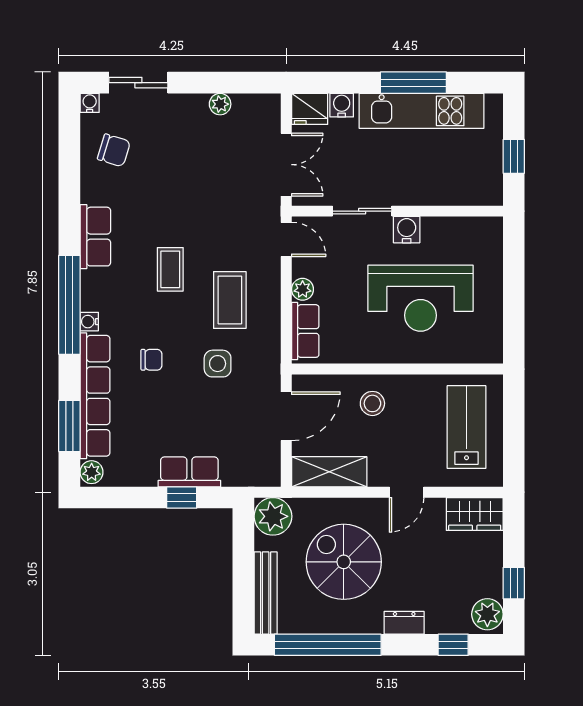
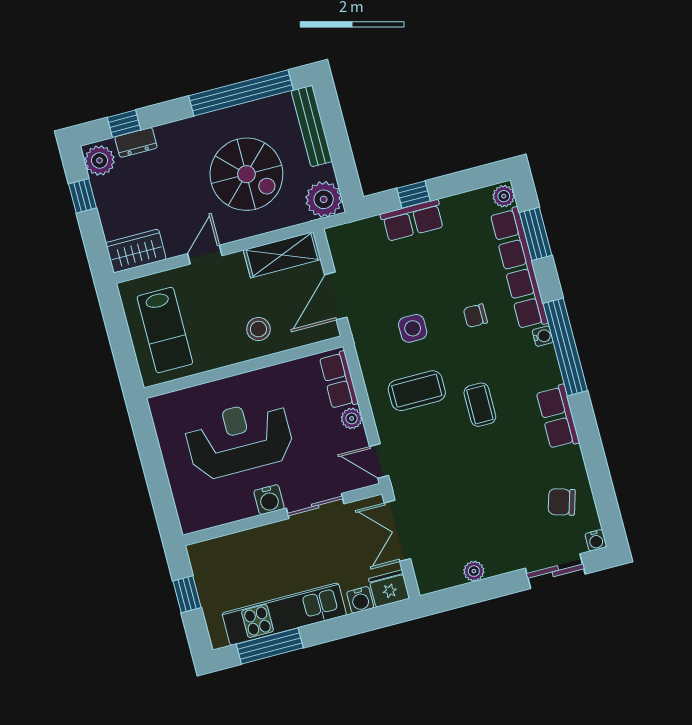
window: (413, 83) -> (270, 646), moved
coffee table: (230, 300) -> (417, 391), turned 90
dresser: (404, 623) -> (136, 142), moved

